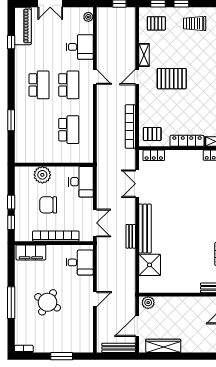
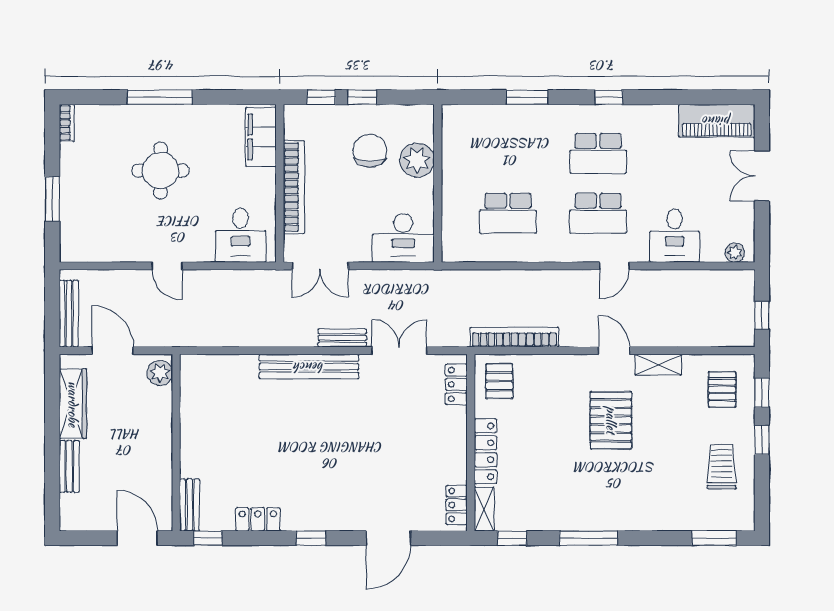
window: (11, 42) -> (609, 97), moved
chair: (48, 205) -> (370, 151), moved
bench: (131, 236) -> (342, 338), moved
shower: (150, 265) -> (236, 376), removed
round table: (48, 302) -> (160, 171), turned -30
bench: (194, 348) -> (69, 466), added

